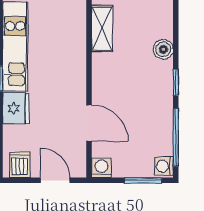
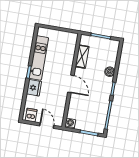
door: (89, 123) -> (71, 84), moved
washing machine: (164, 166) -> (100, 128), removed

